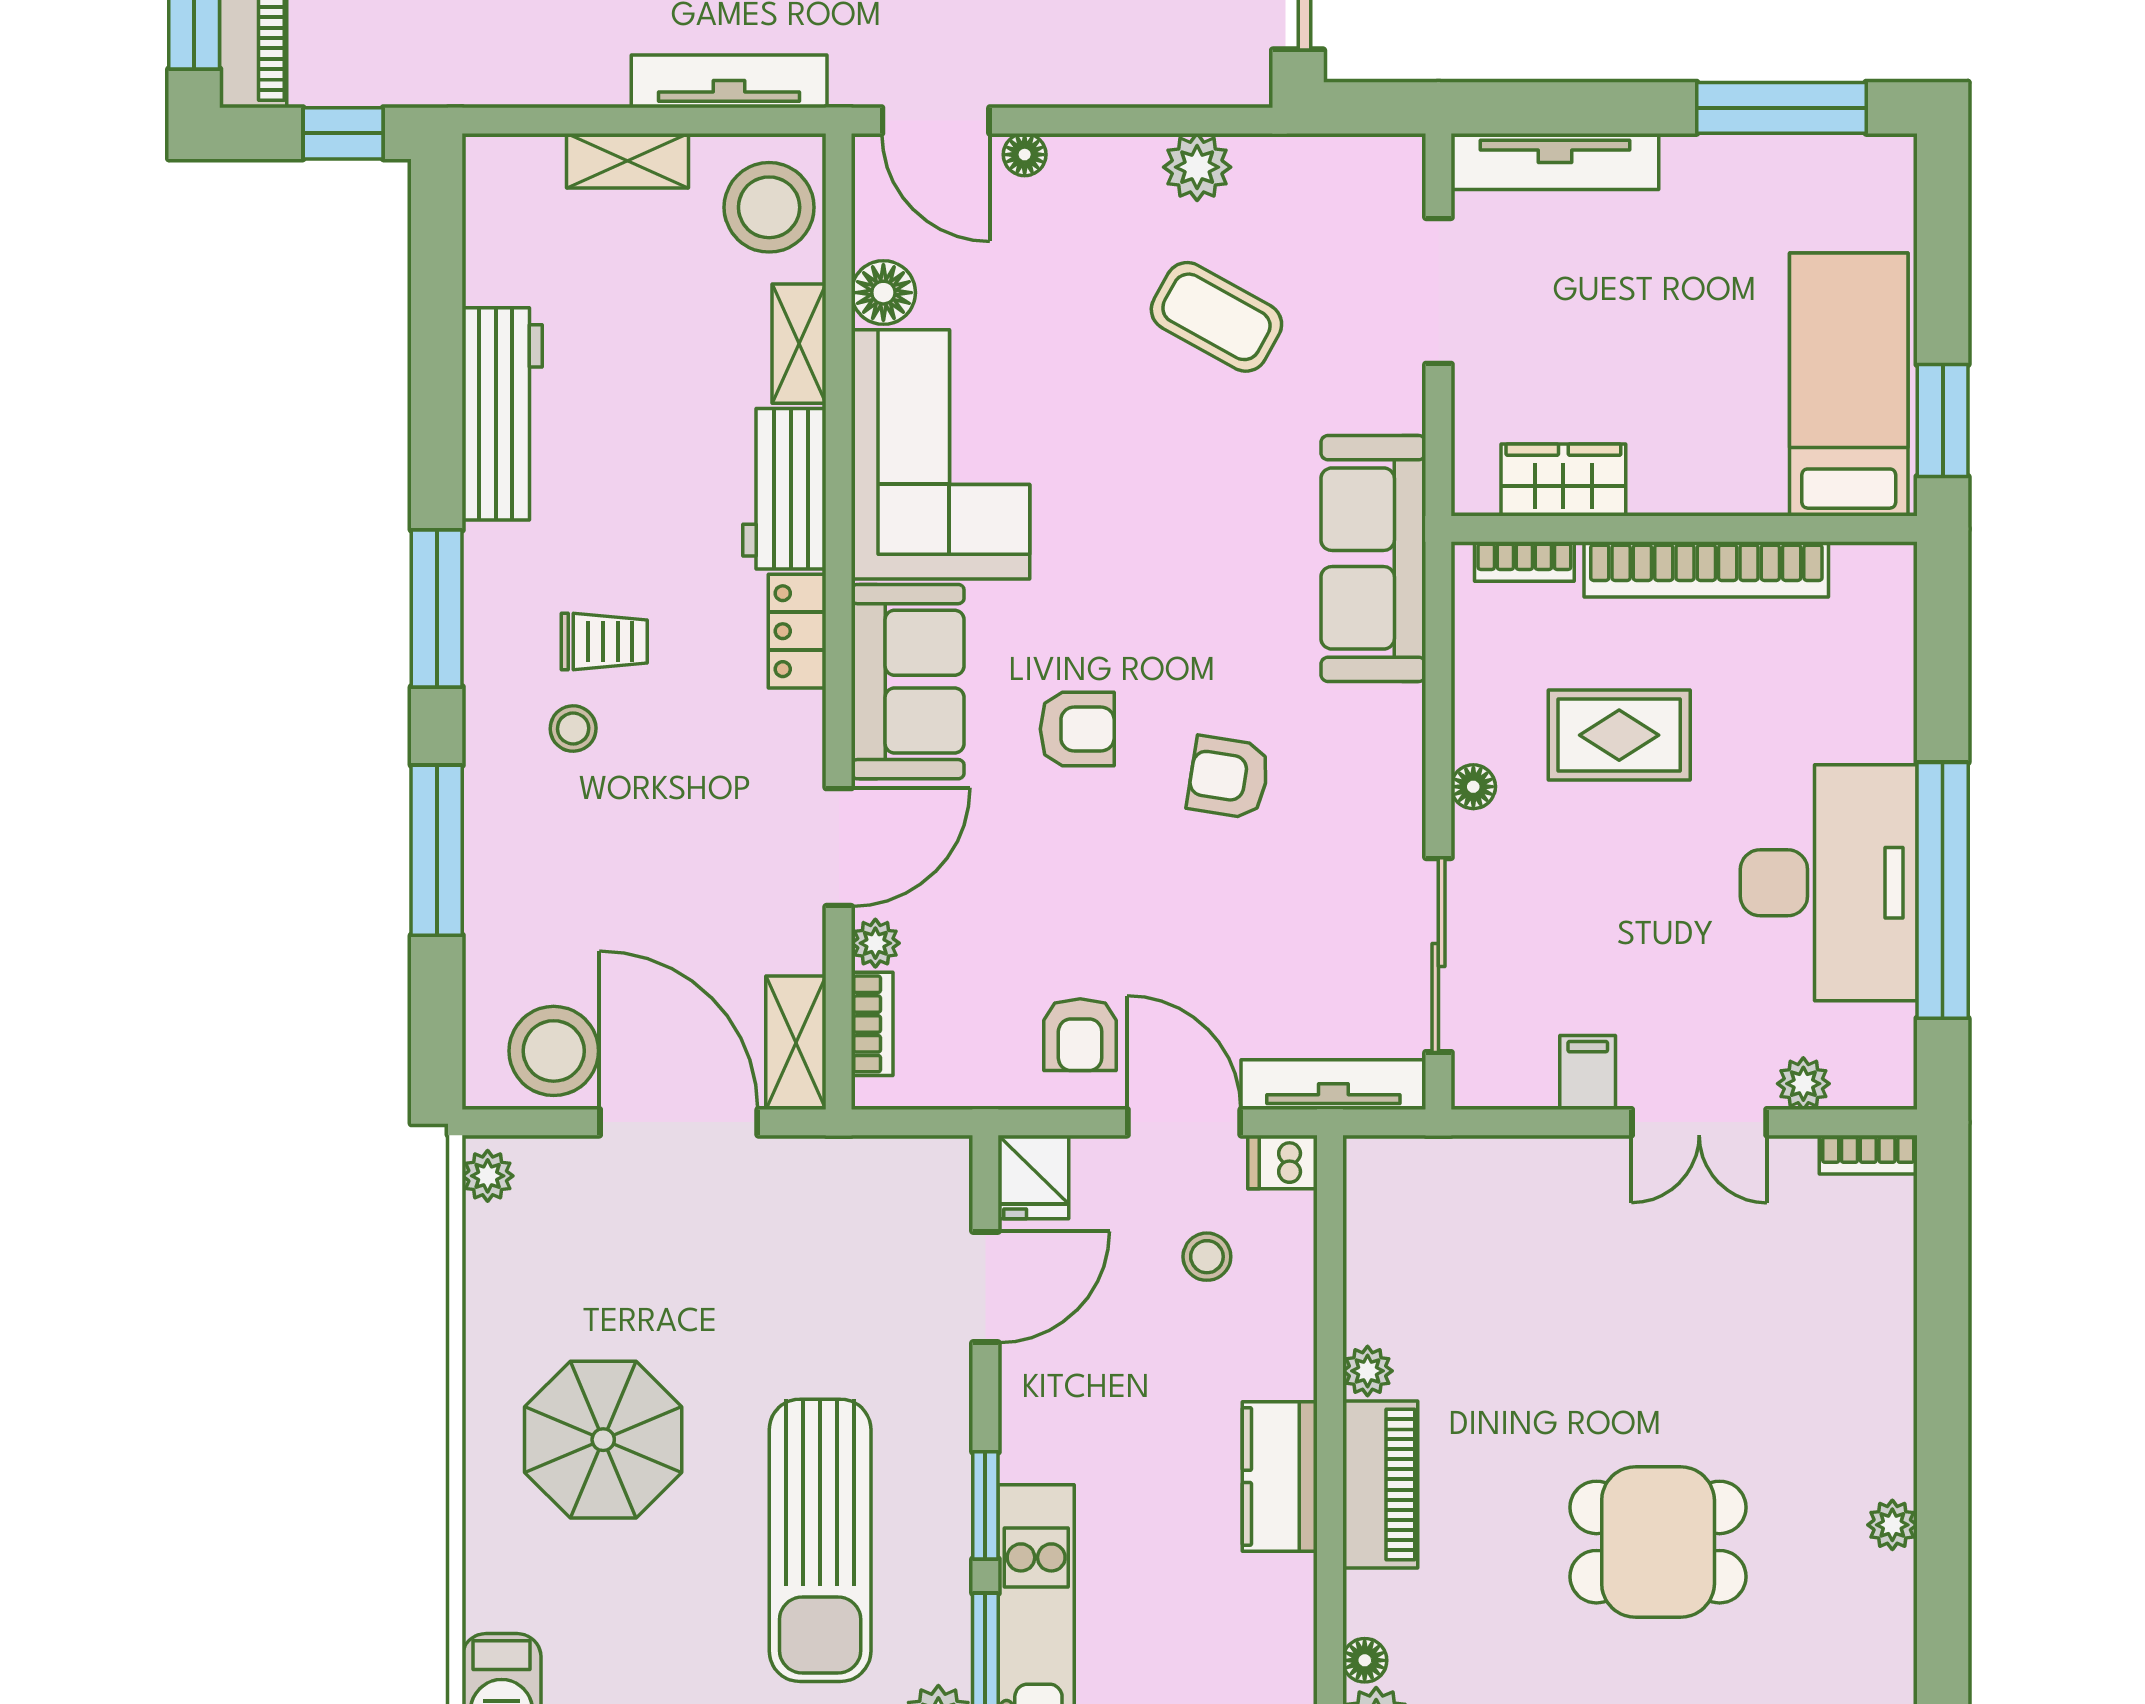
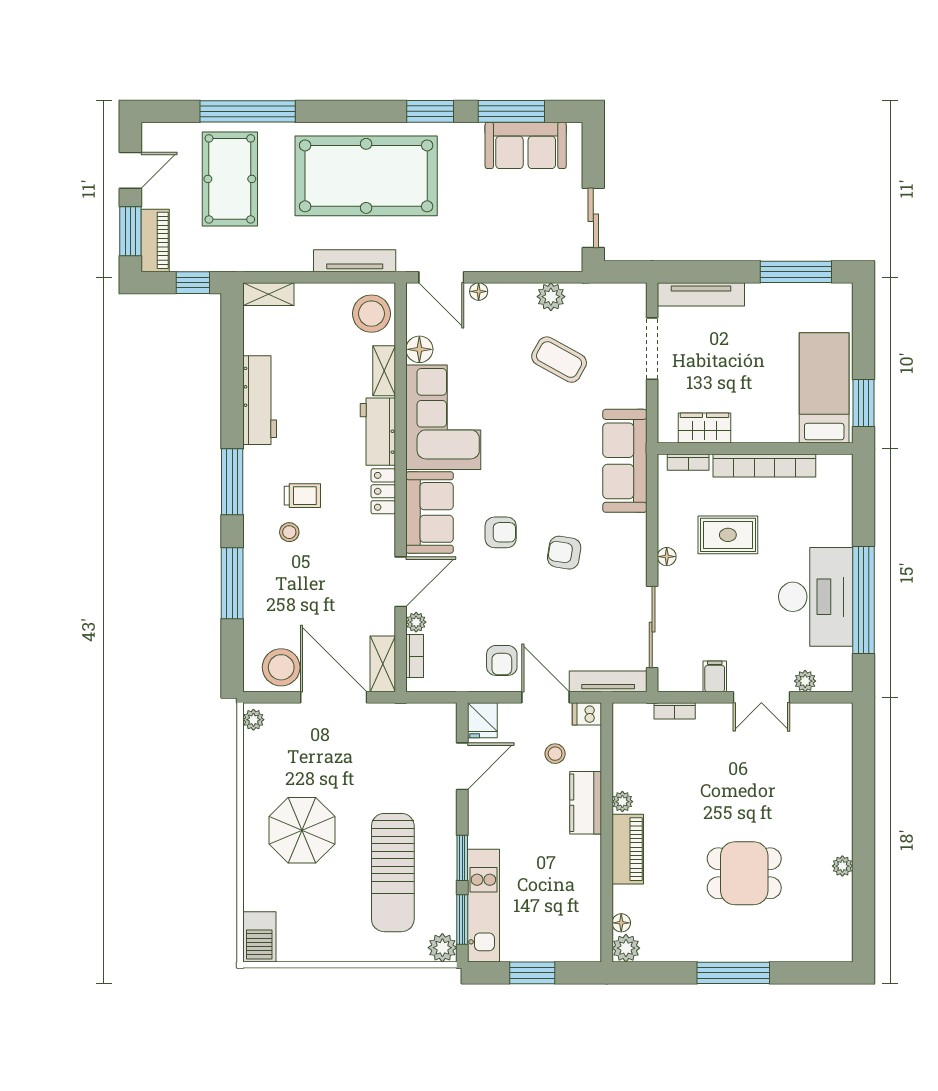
shelving: (628, 161) -> (268, 294), moved
bookcase: (1868, 1155) -> (675, 711), moved
kitchen counter: (1280, 1476) -> (586, 803), moved

